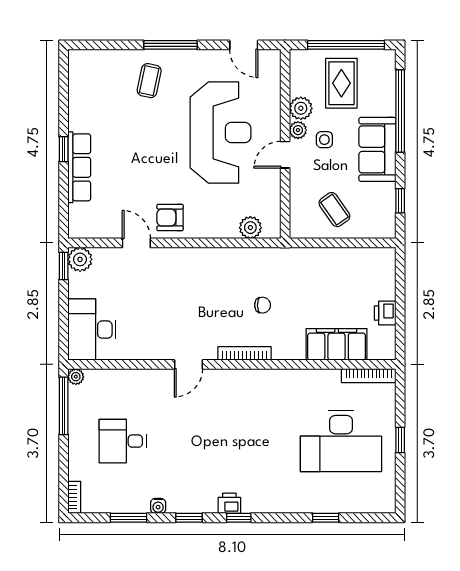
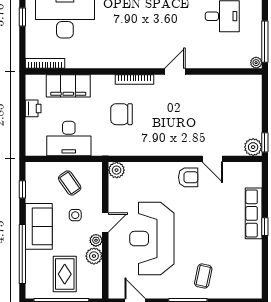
side table: (324, 140) -> (75, 215), moved
plant: (250, 228) -> (117, 170), moved
chair: (263, 305) -> (122, 114), width x1.87, depth x1.87
desk: (92, 330) -> (69, 139), moved, turned 90

